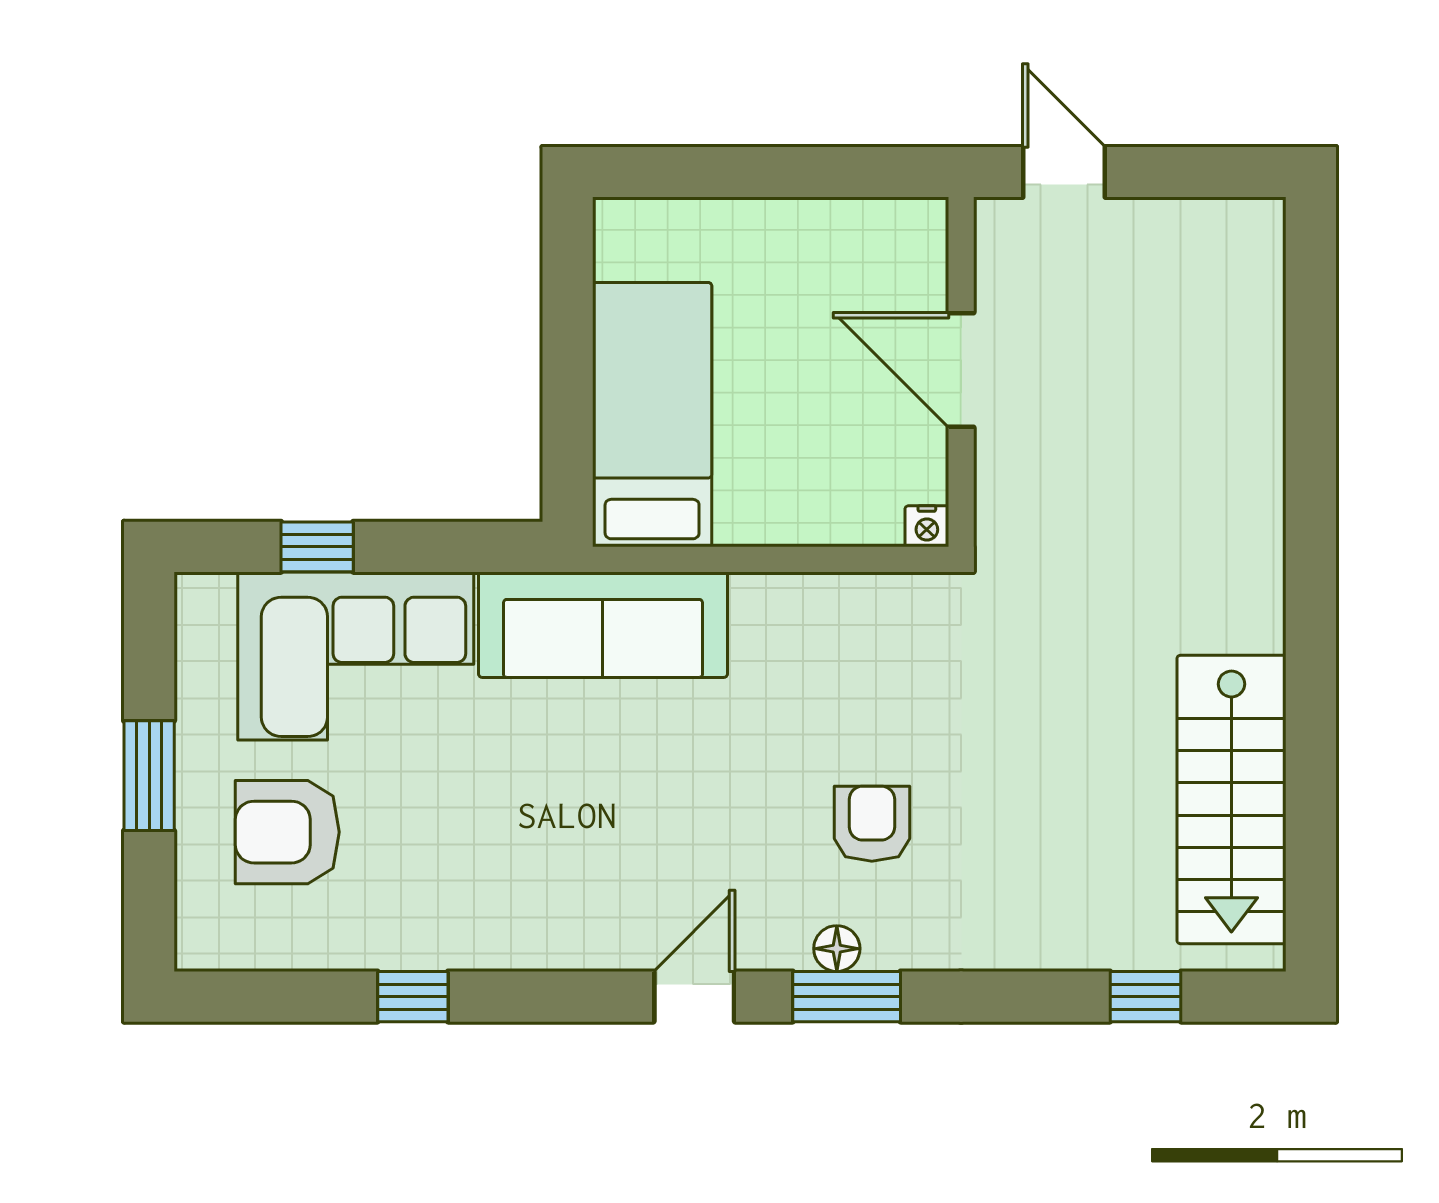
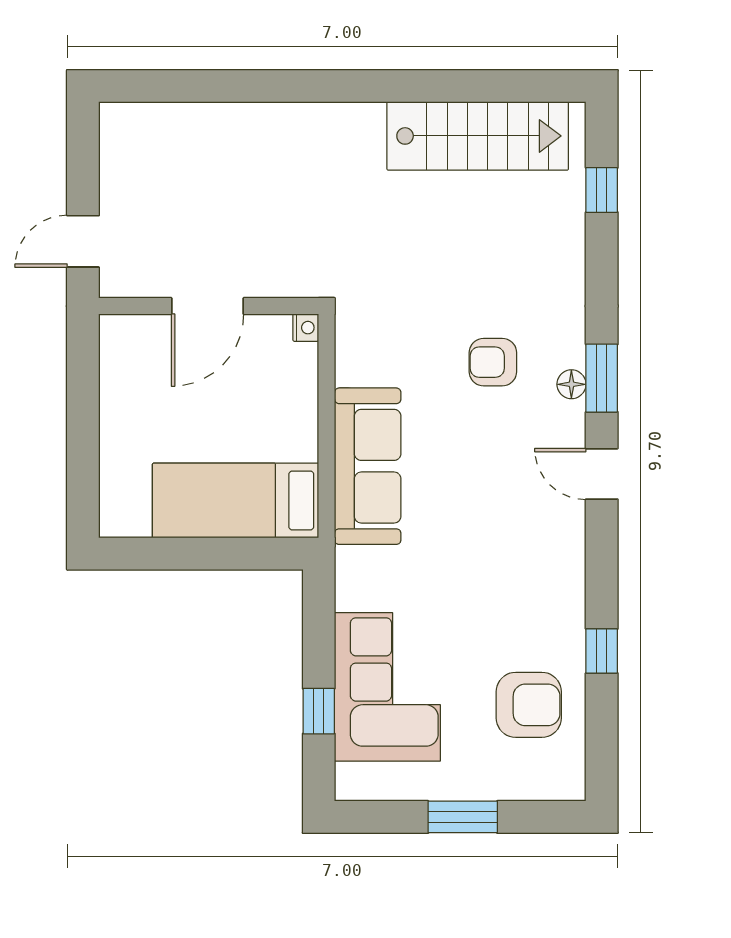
sofa: (603, 625) -> (368, 466), moved
armchair: (287, 832) -> (529, 705), moved, turned -90

